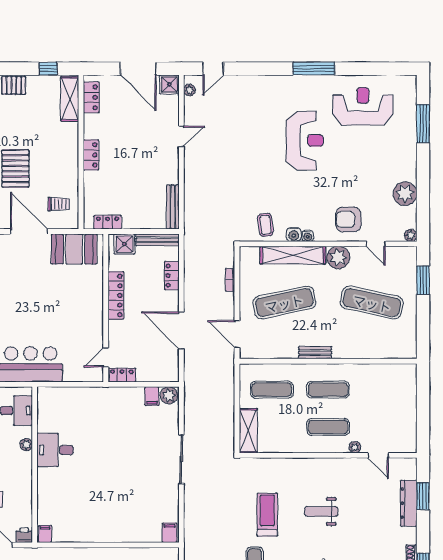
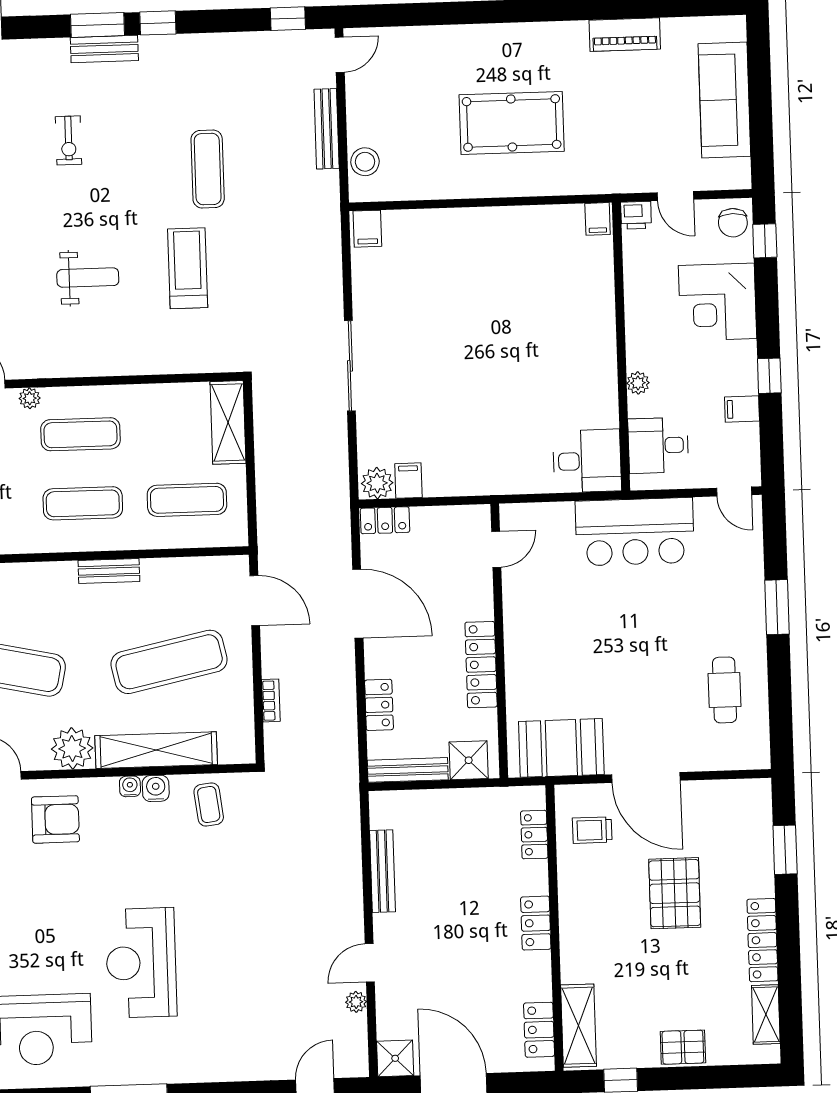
plant: (189, 90) -> (356, 1002), moved
bench: (173, 207) -> (383, 871), moved
locker: (108, 222) -> (534, 835), moved, turned 90
locker: (122, 375) -> (385, 520), moved
desk: (55, 450) -> (587, 461), moved
treadmill: (267, 515) -> (188, 268), turned 180

